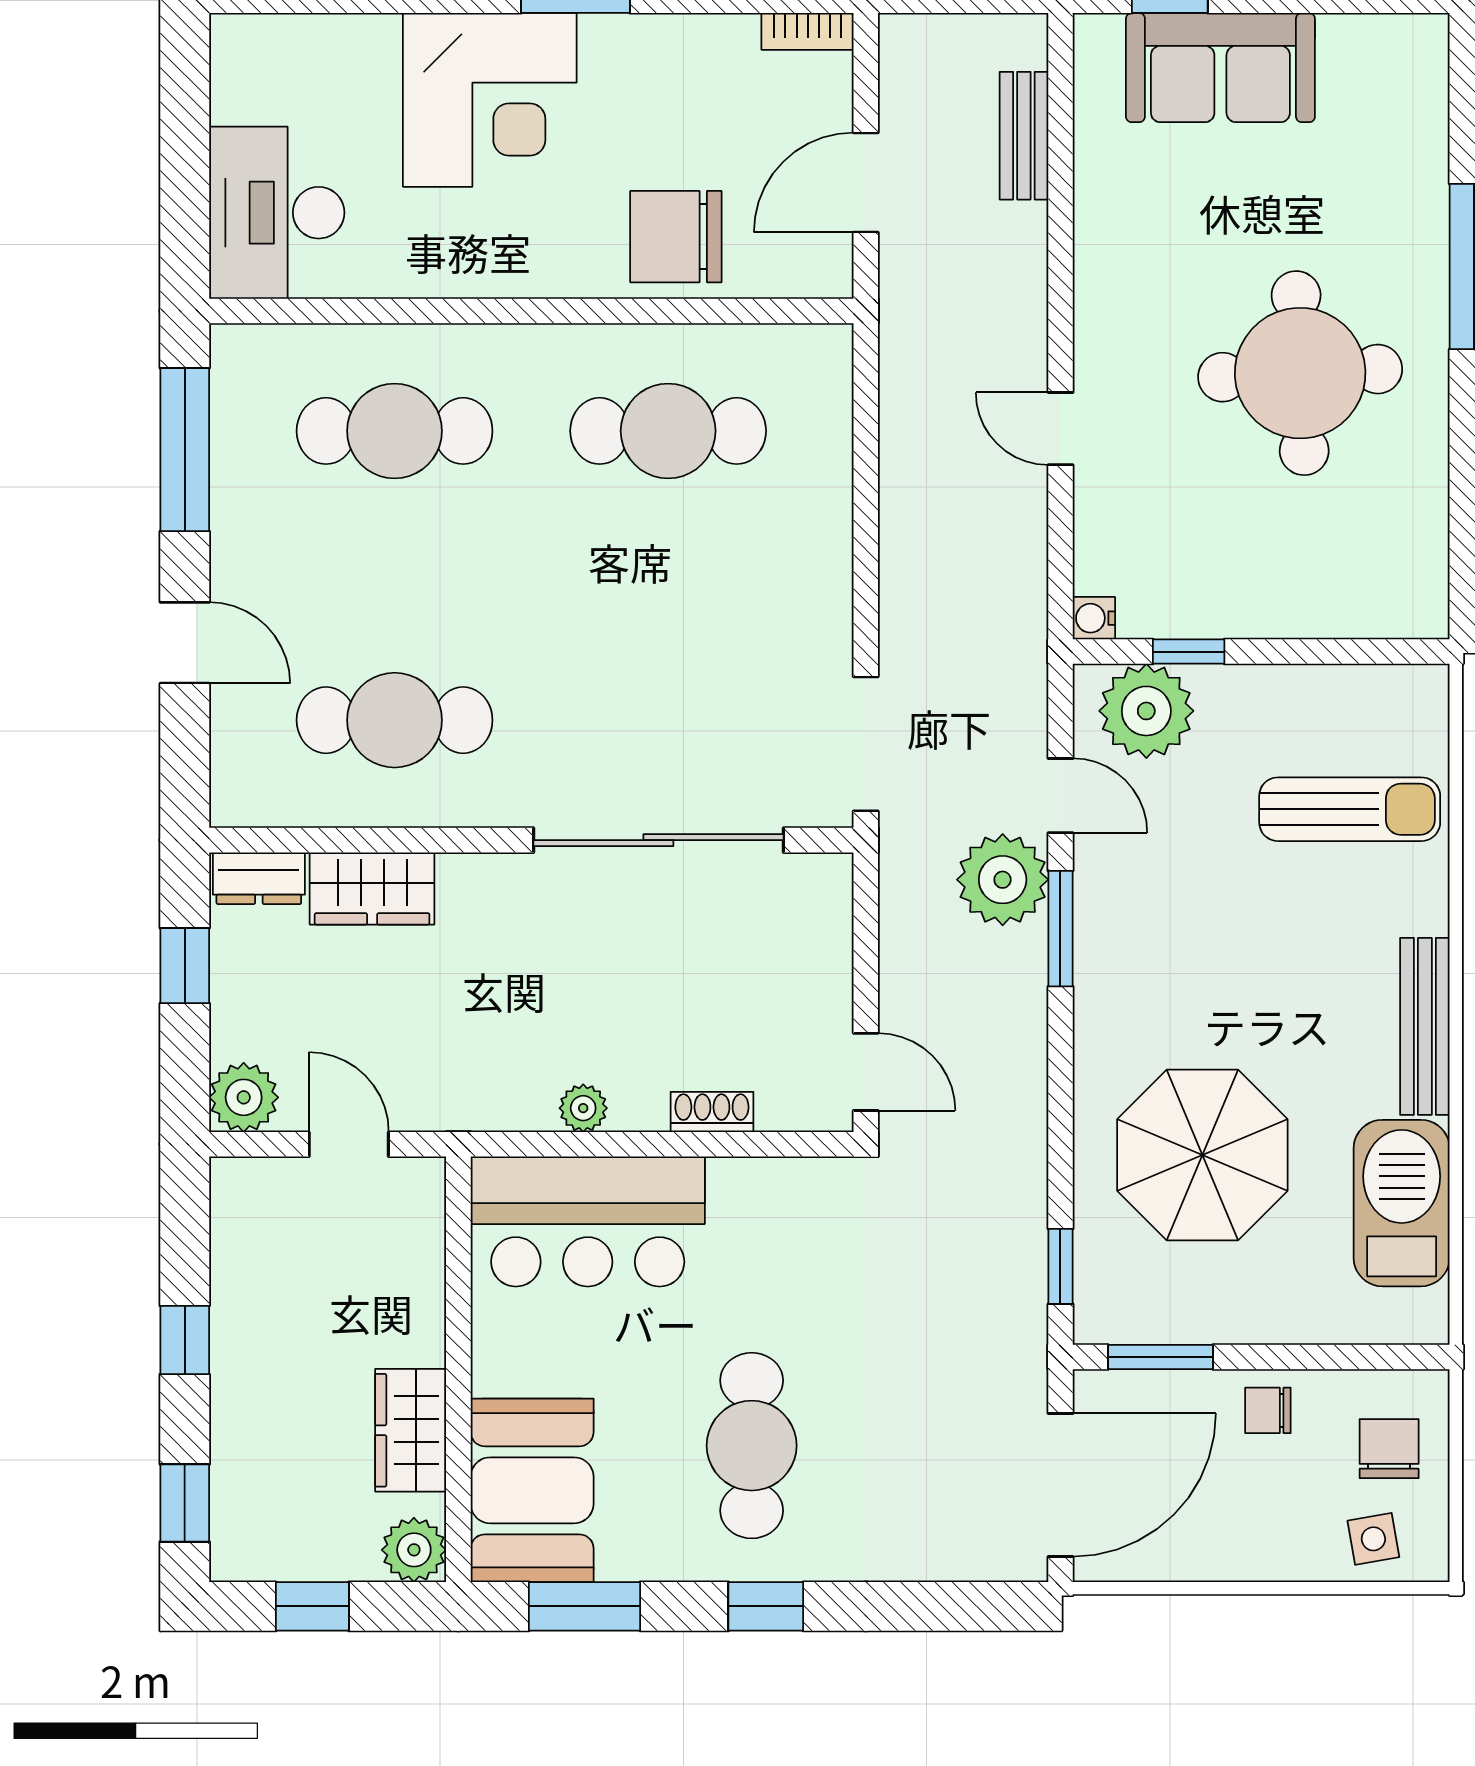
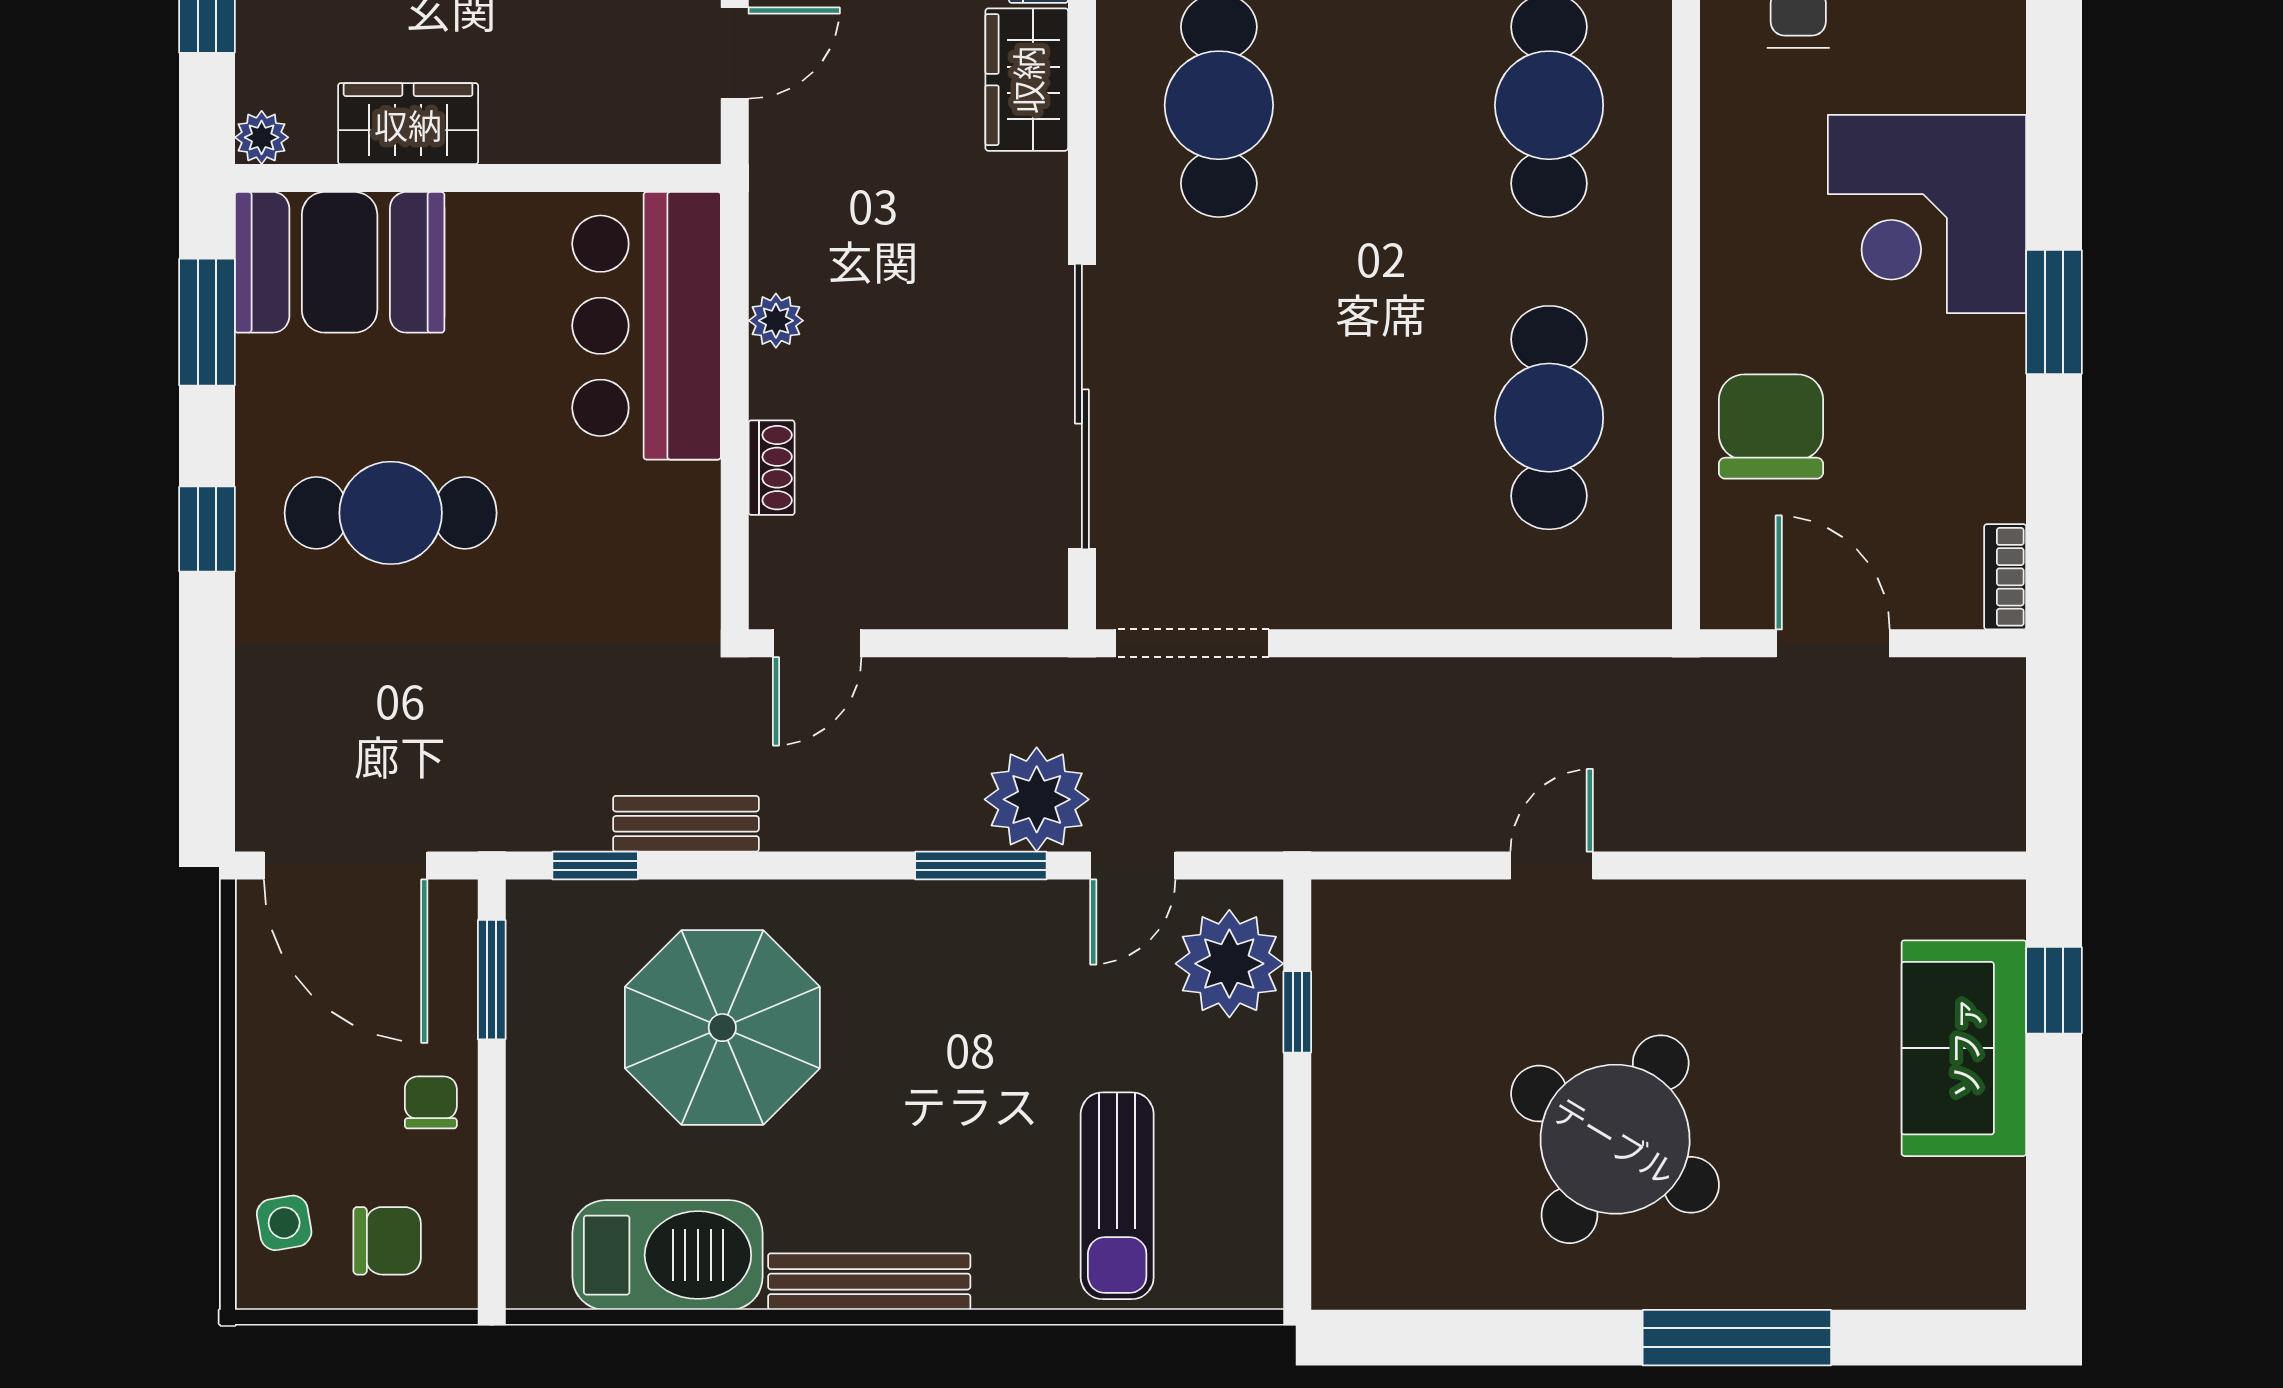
bench: (1024, 136) -> (686, 824), moved
round table: (1300, 373) -> (1615, 1139), turned 34
water cooler: (1094, 618) -> (1335, 904), removed
plant: (414, 1550) -> (262, 137), width x0.73, depth x0.73

